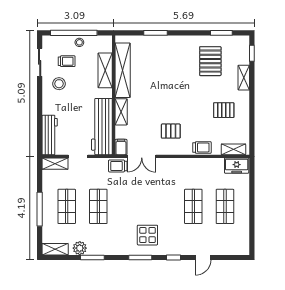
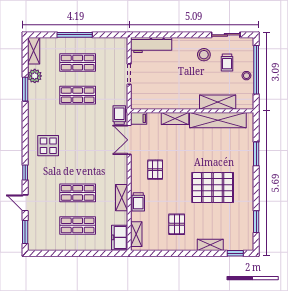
pallet: (210, 61) -> (213, 188), moved, width x1.37, depth x1.41
workbench: (102, 127) -> (160, 99), removed
shelving: (55, 164) -> (122, 198), moved
window: (140, 257) -> (25, 232), moved

